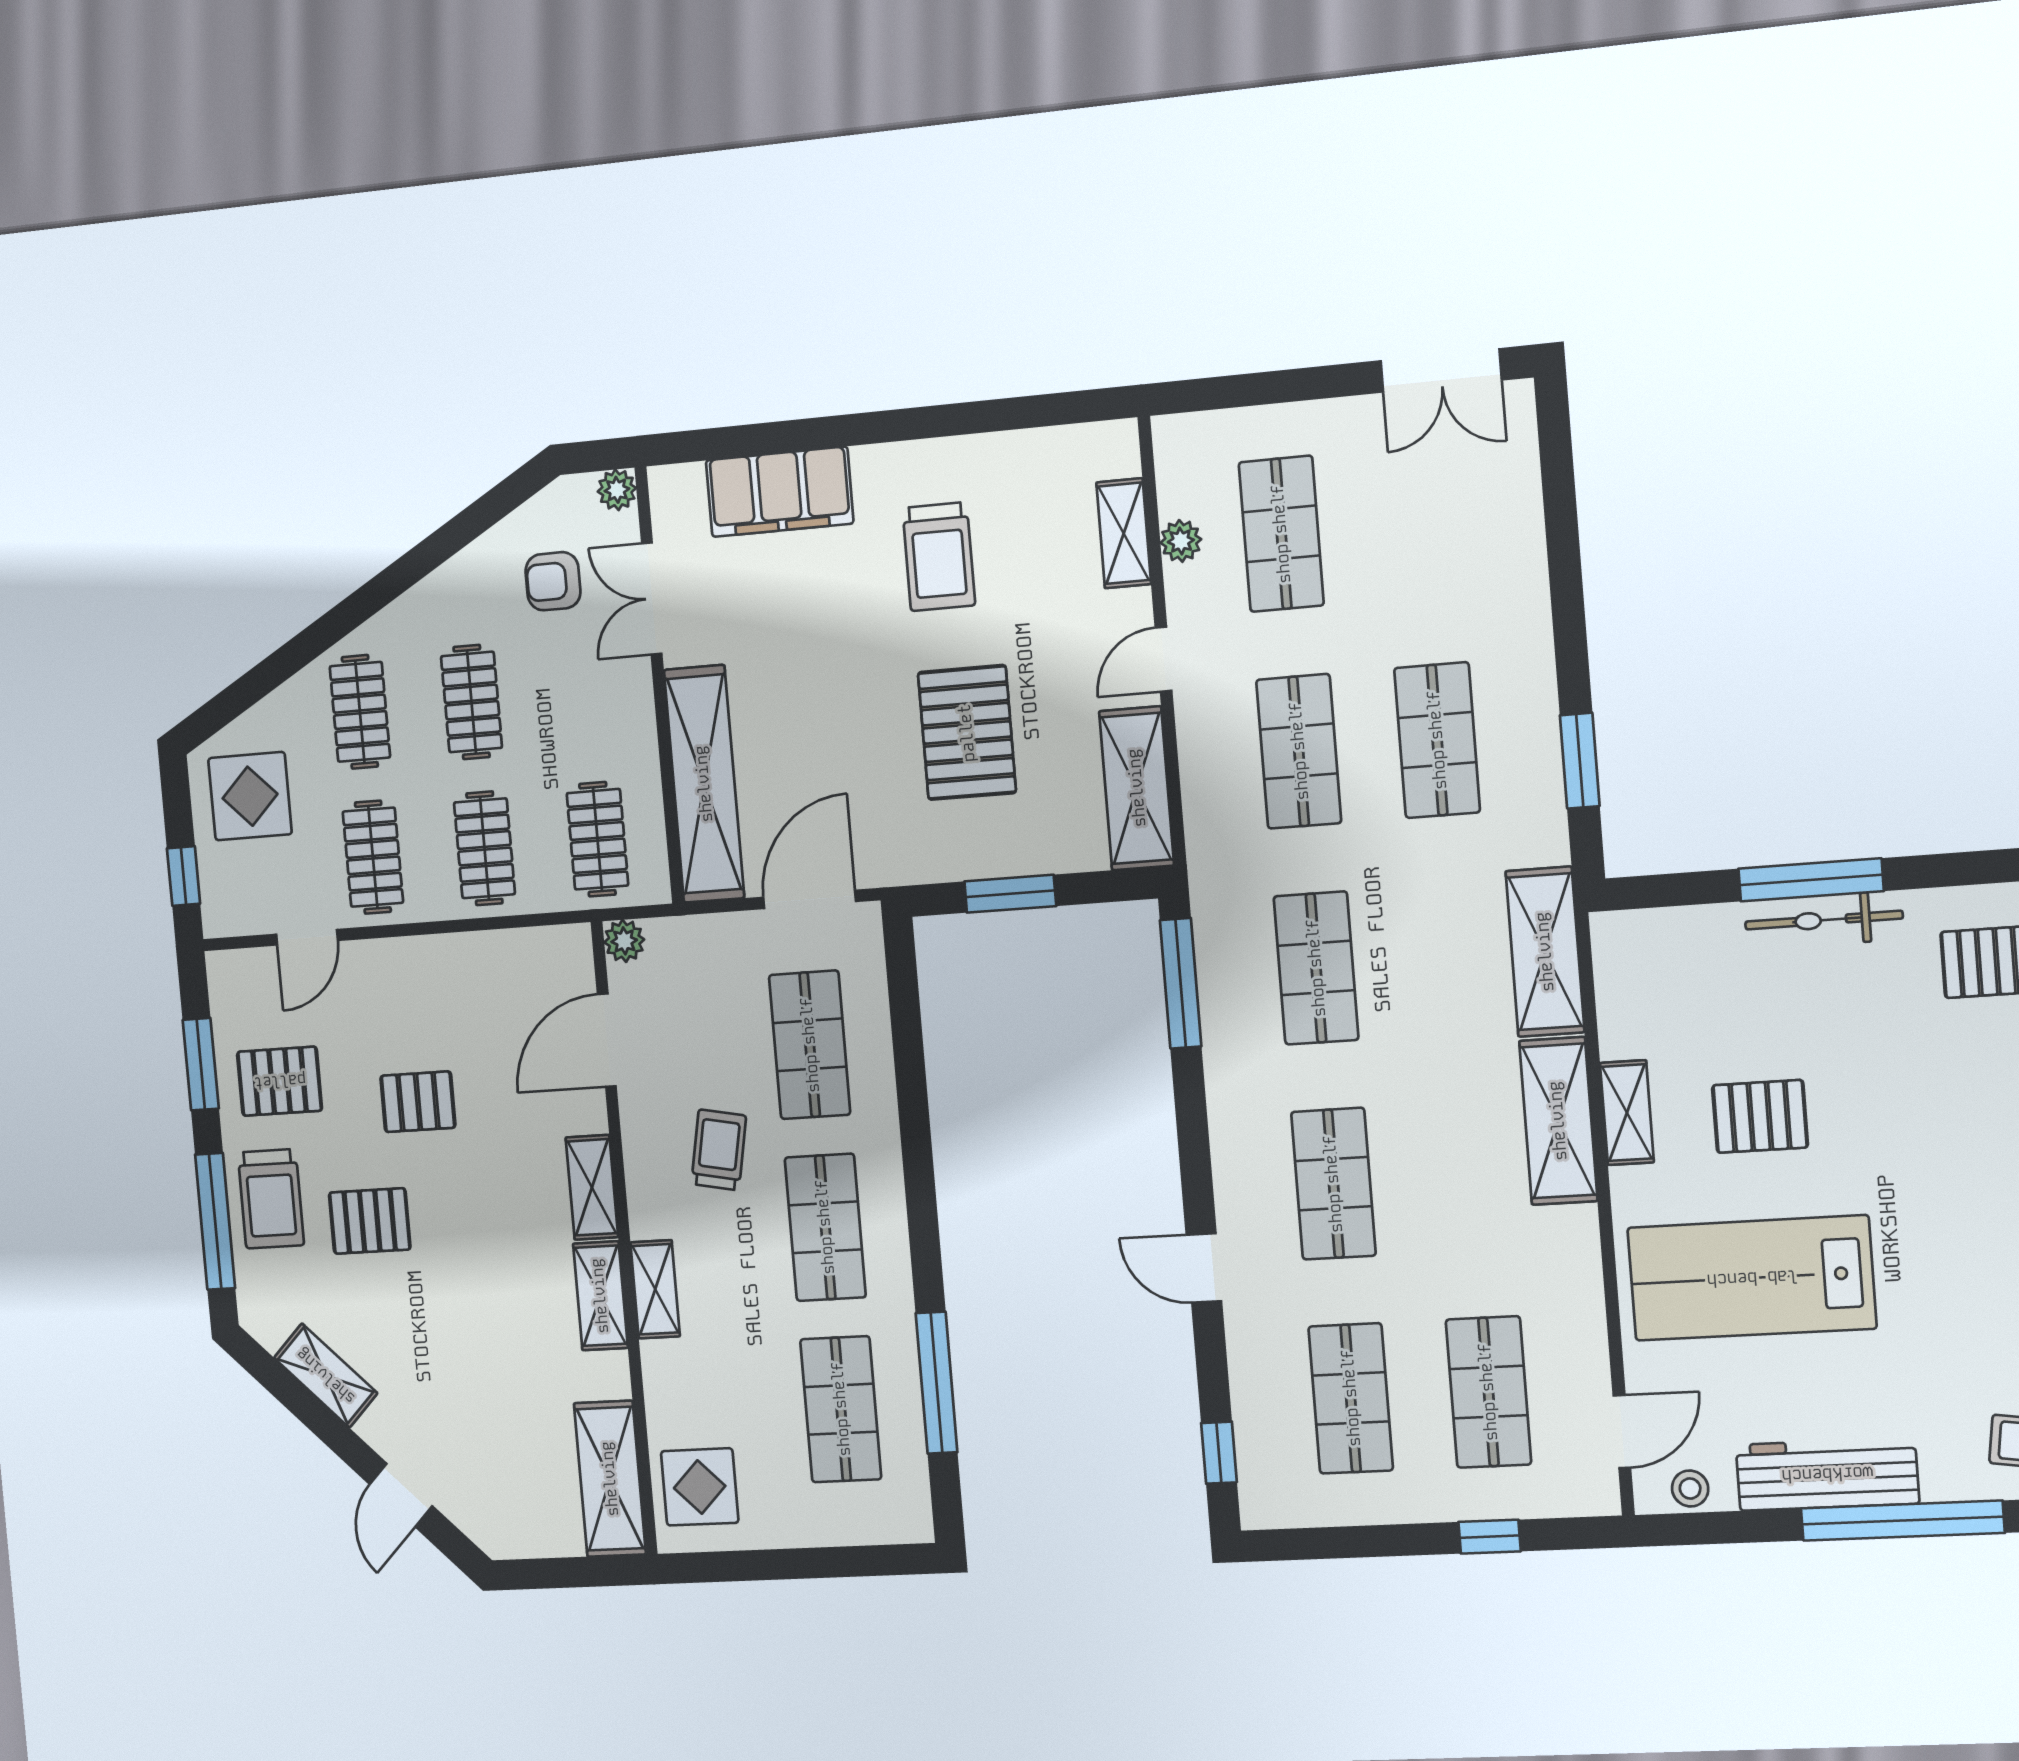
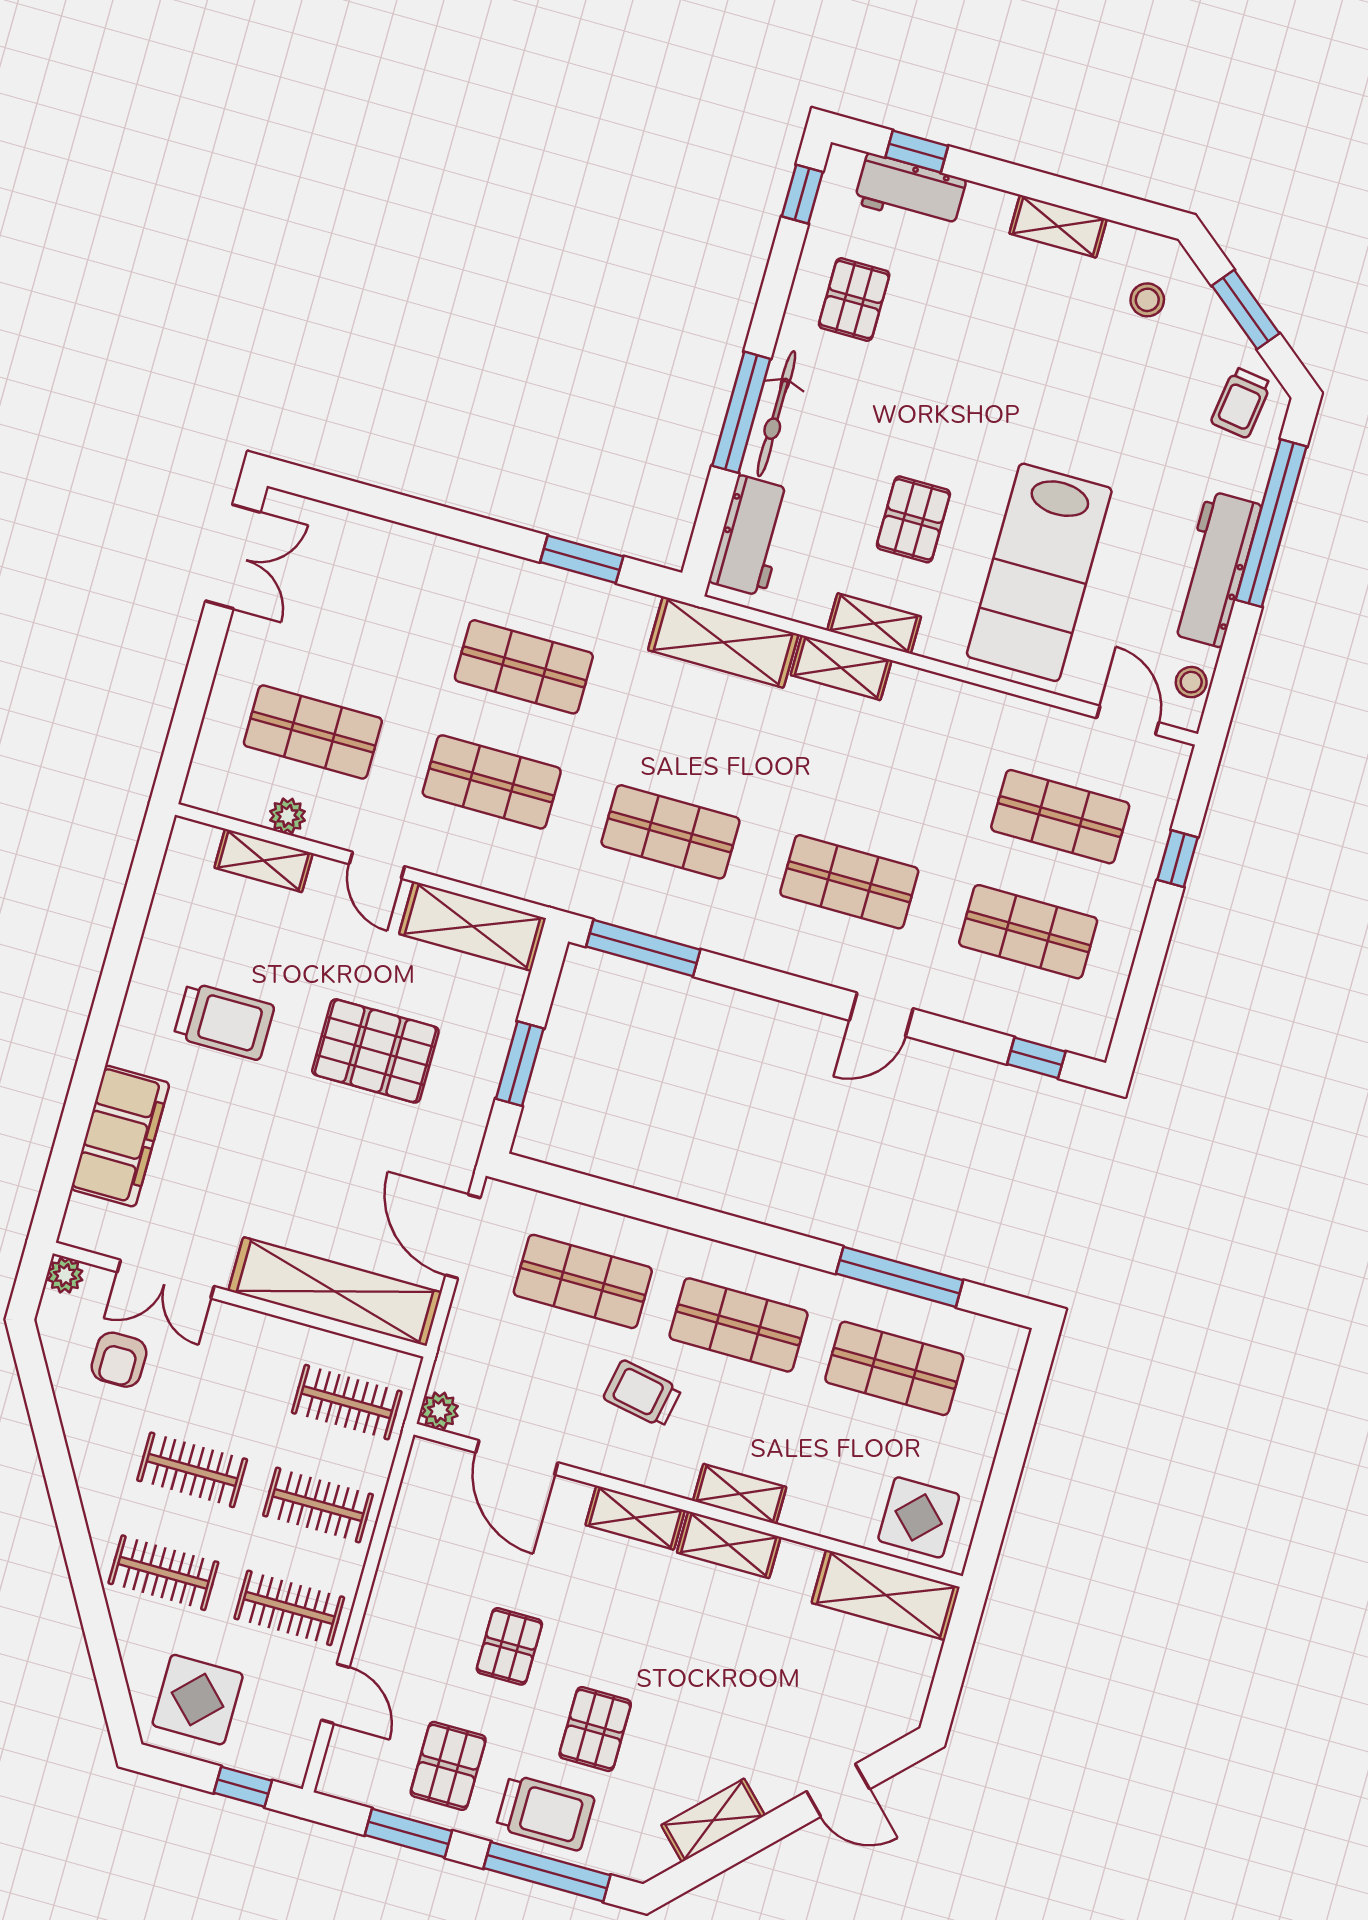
workbench: (1675, 941) -> (751, 536), added
shelving: (1558, 1121) -> (841, 668), width x0.67, depth x0.75

